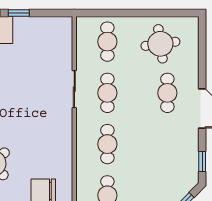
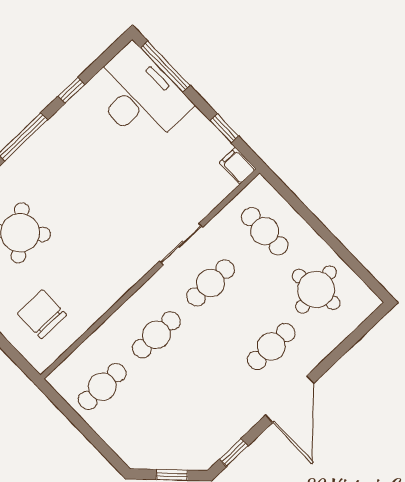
window: (19, 13) -> (224, 128), moved
filing cabinet: (62, 24) -> (238, 166), added
cafe table: (107, 42) -> (265, 231), turned 90

